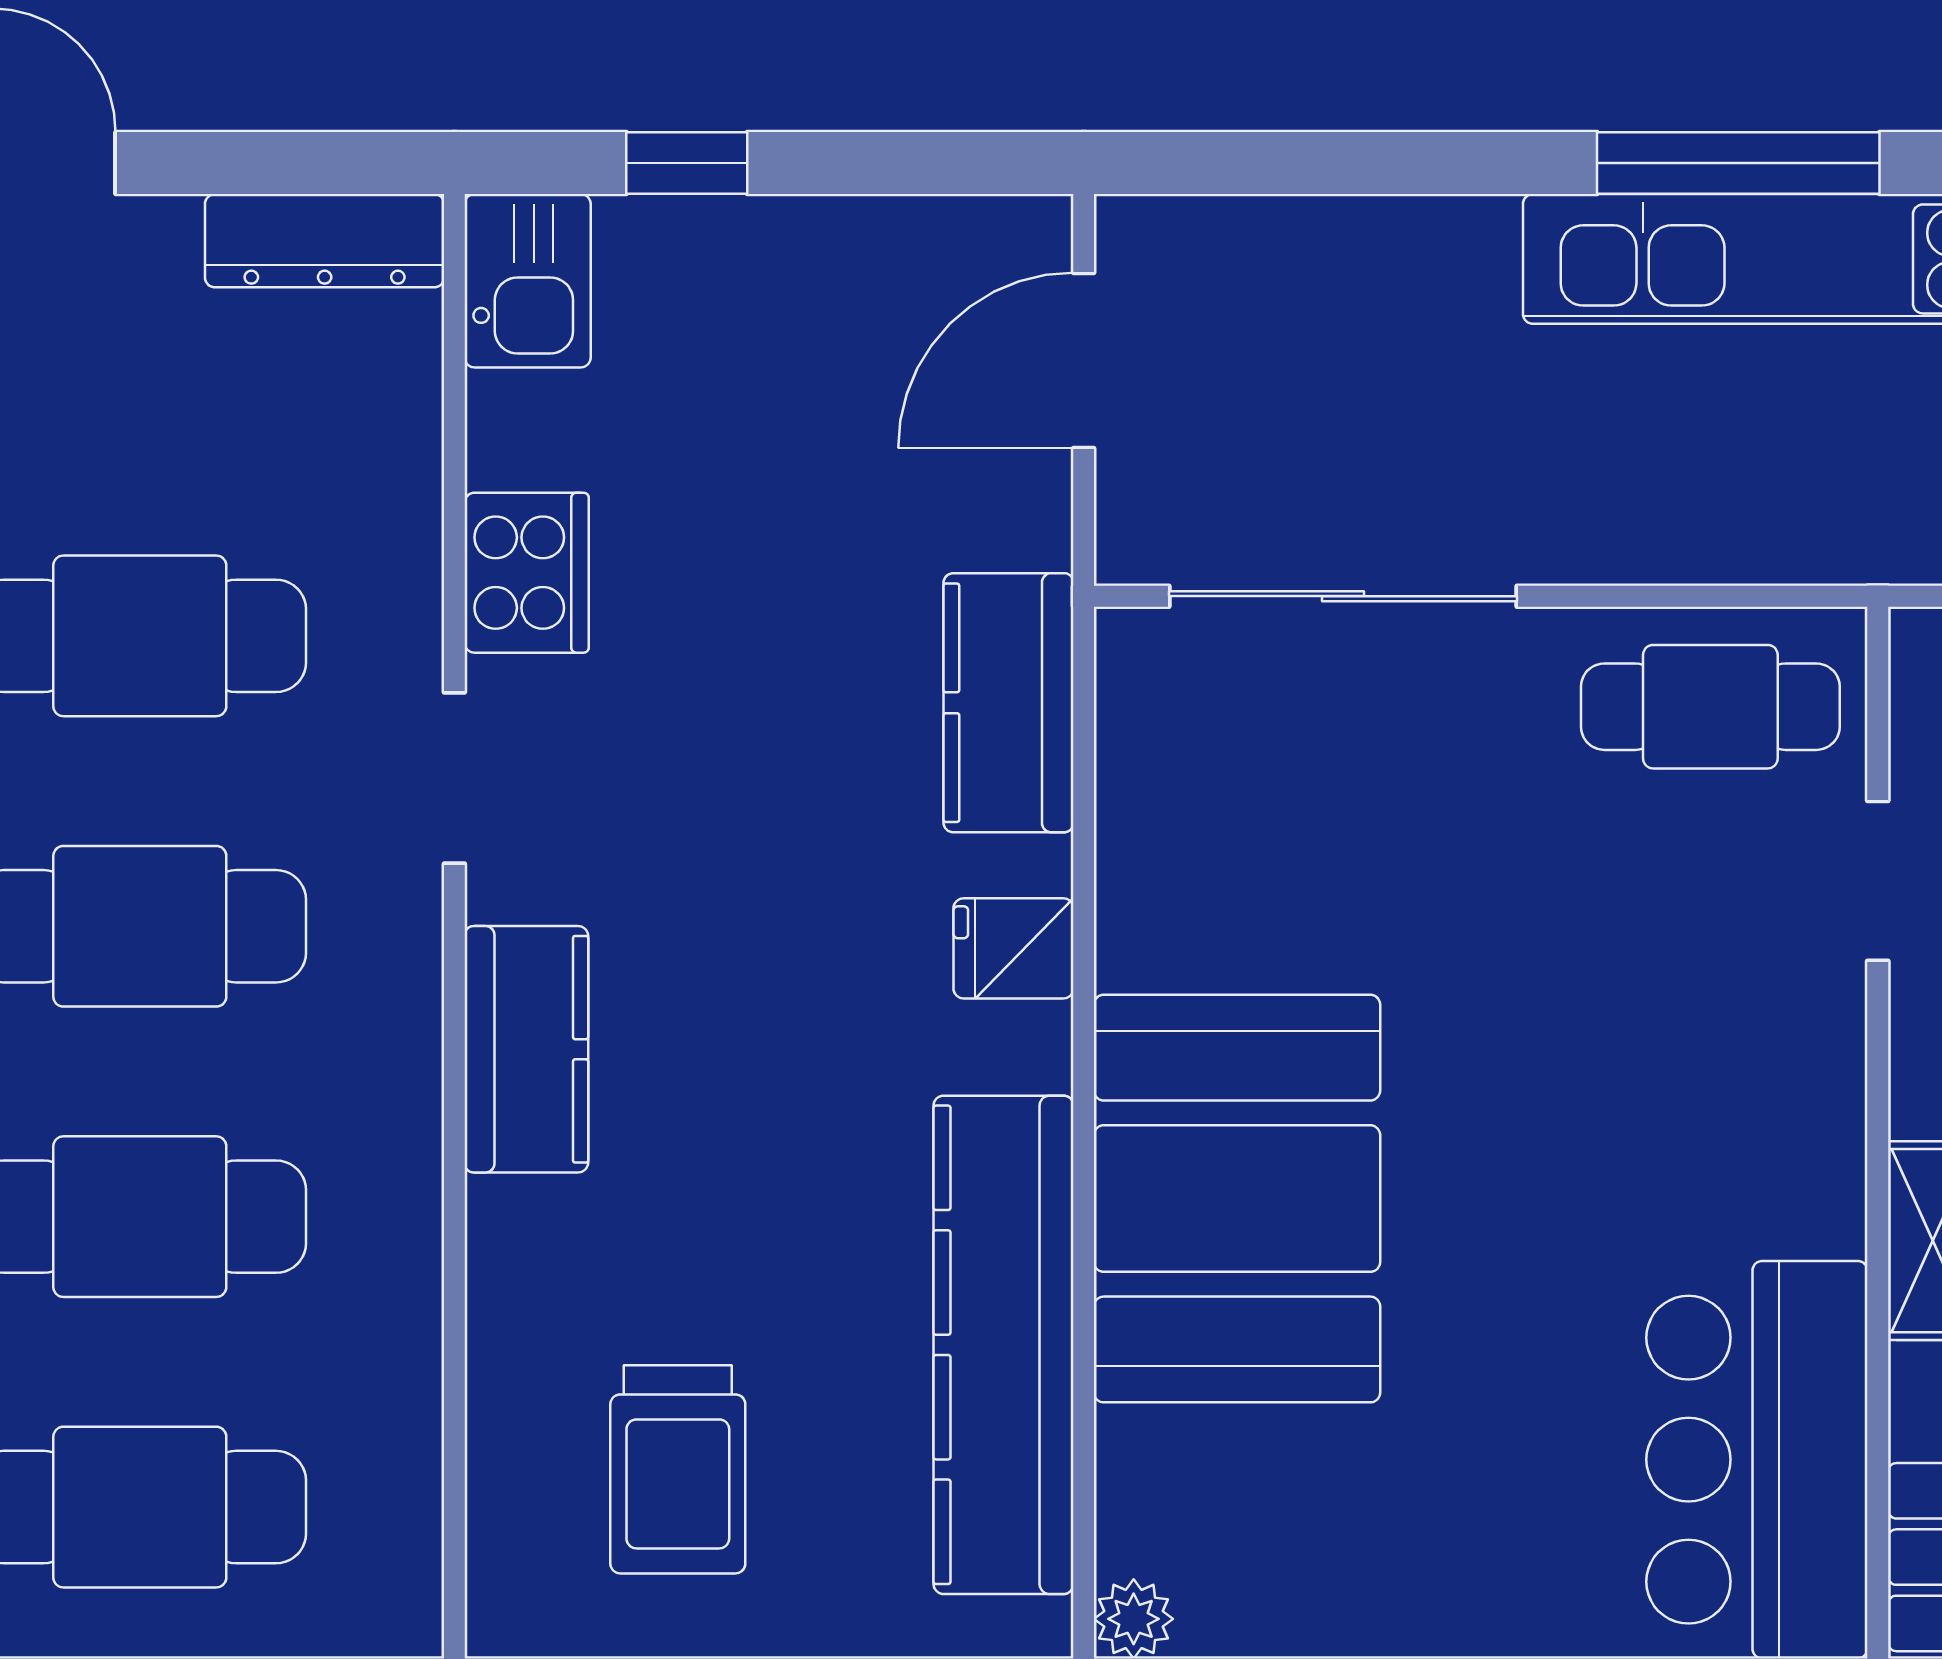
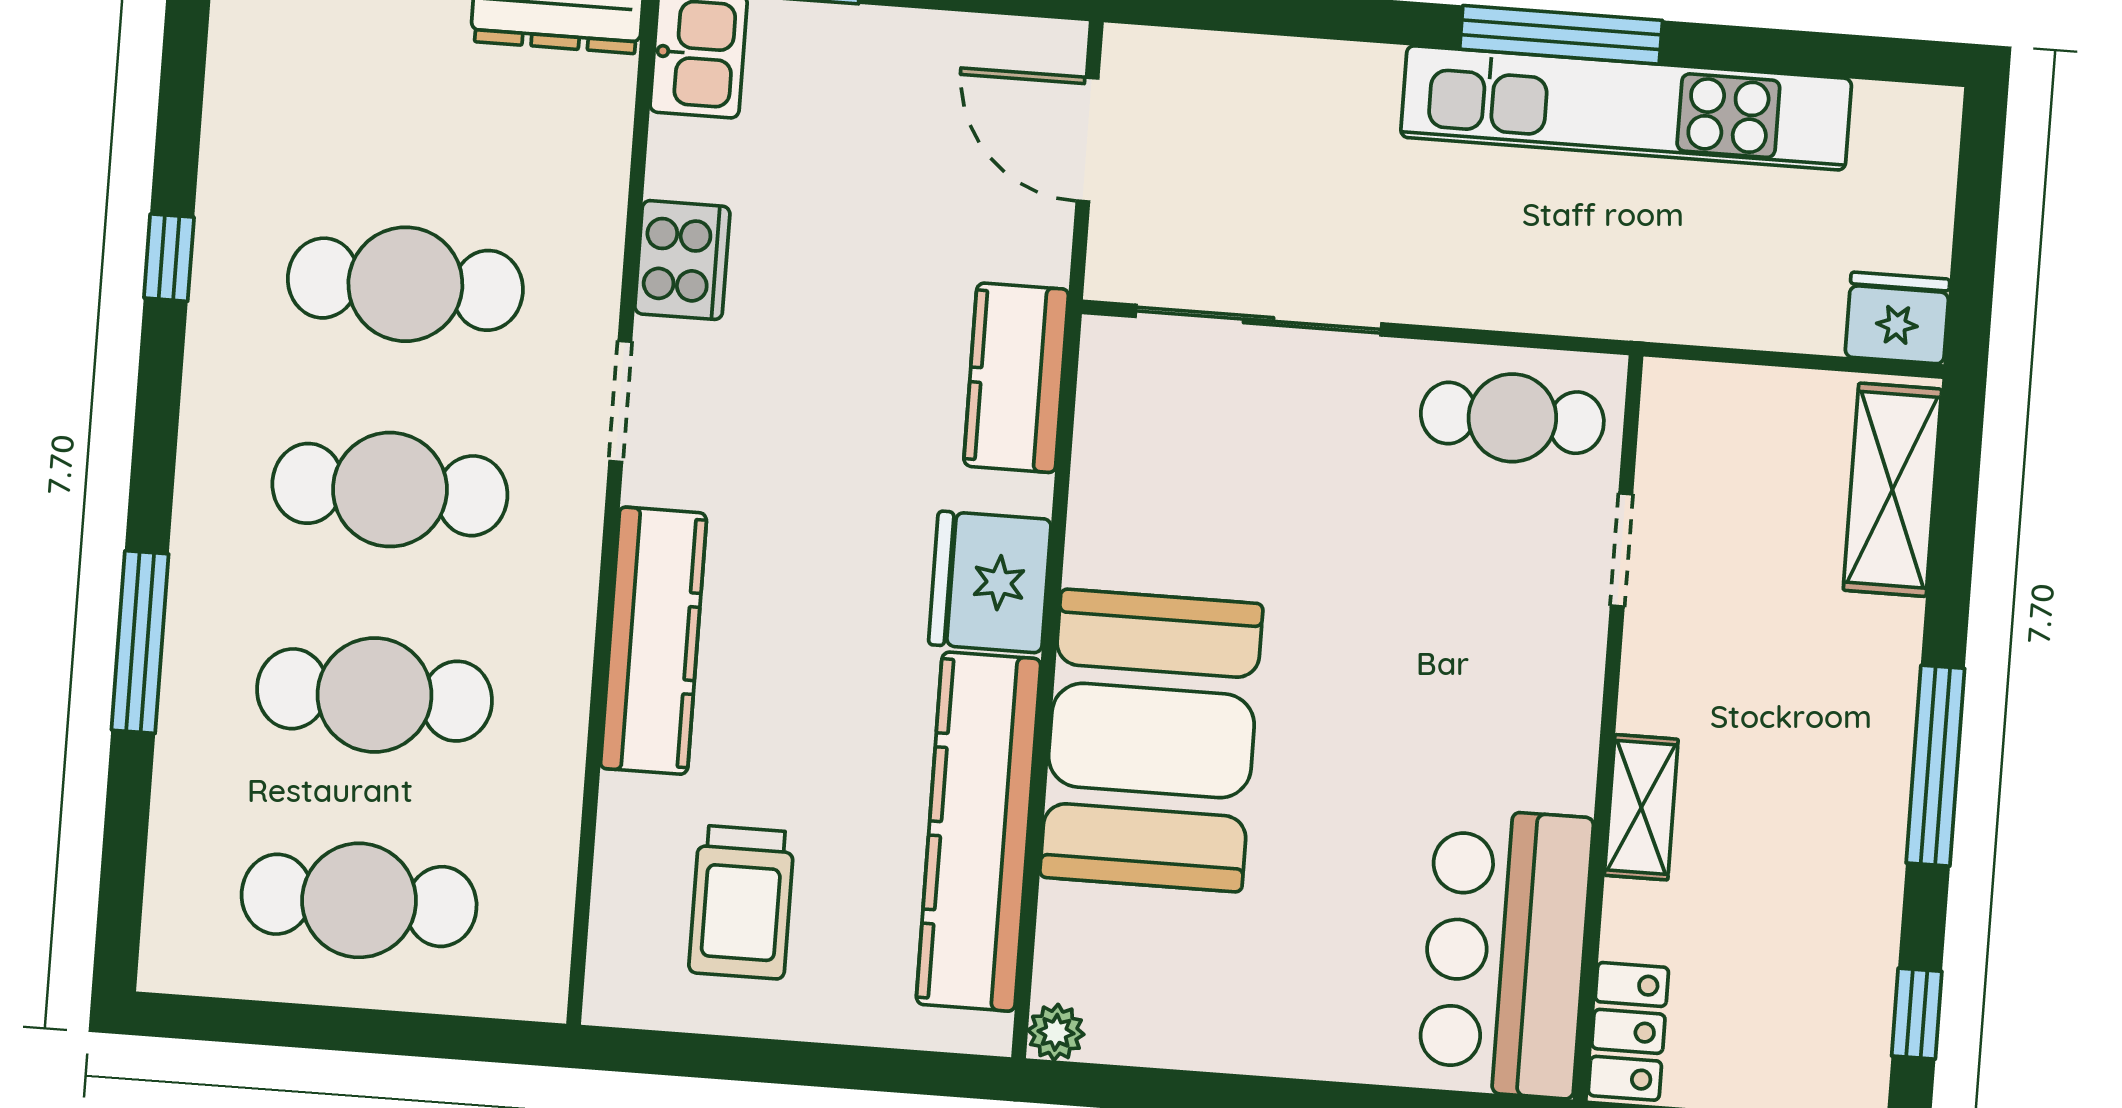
door: (1084, 360) -> (1087, 140), hinge flipped
fridge: (1013, 948) -> (990, 582), width x1.88, depth x1.34
kitchen counter: (526, 1049) -> (654, 641), width x1.50

